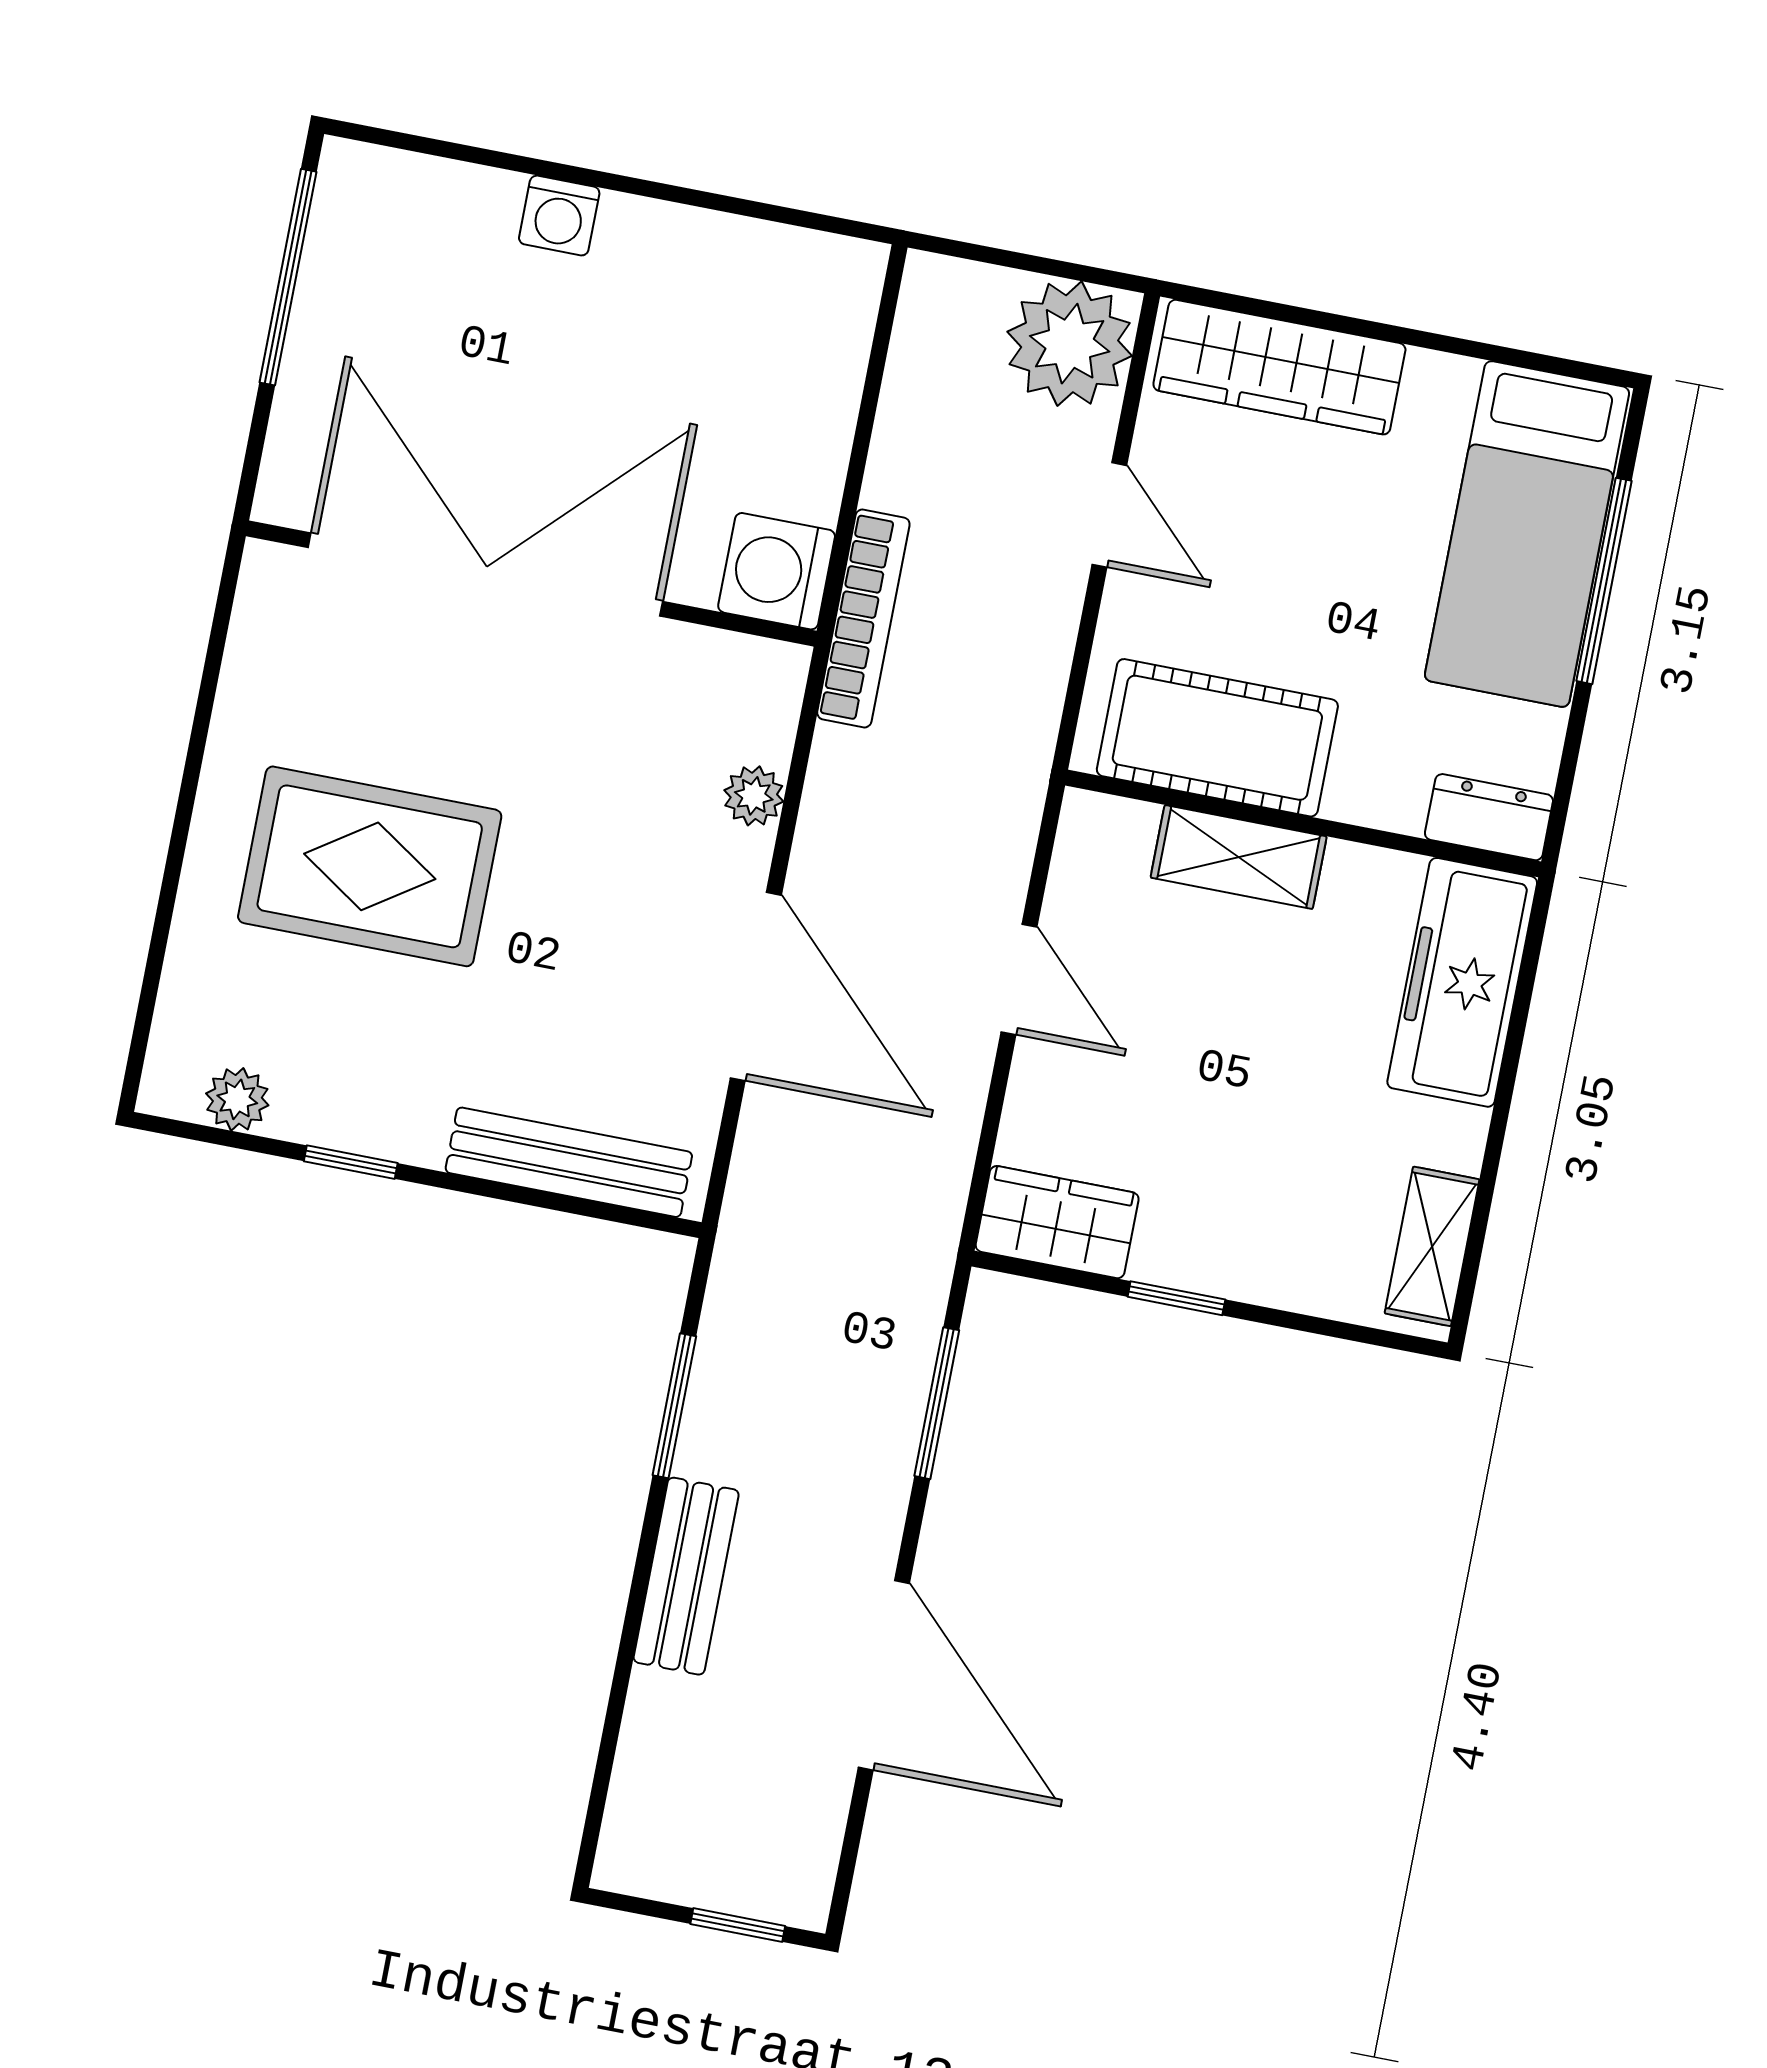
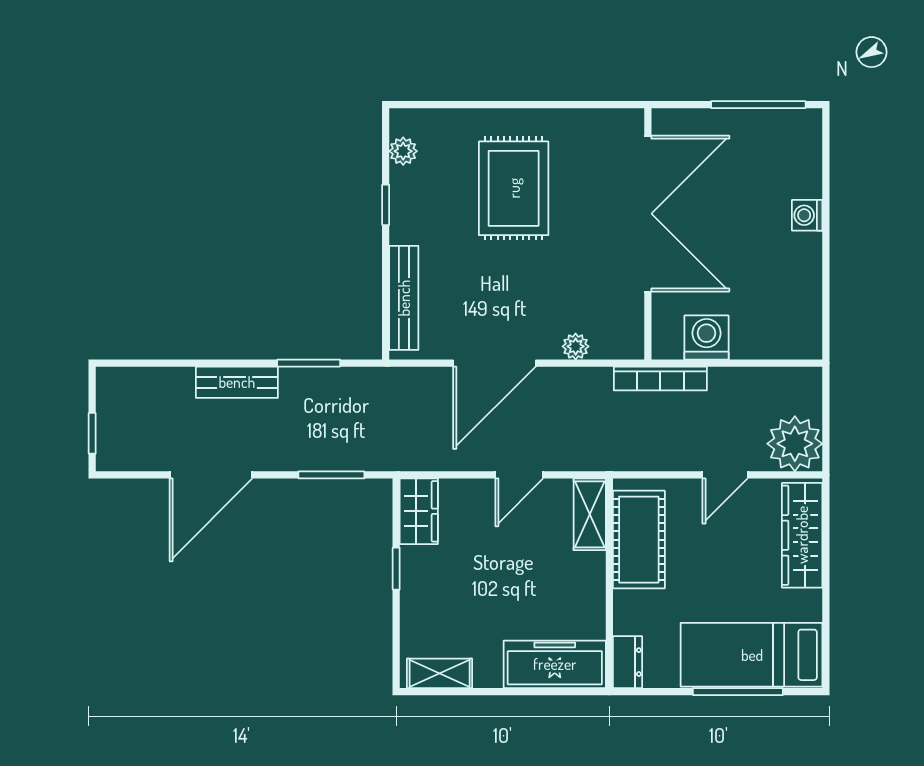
washing machine: (777, 571) -> (706, 338), moved
shelving: (1239, 857) -> (590, 514), moved

